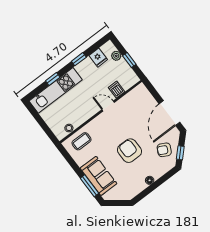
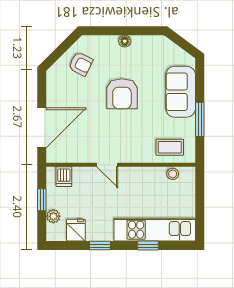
dishwasher: (117, 90) -> (64, 177), moved
door: (170, 113) -> (42, 128), moved
window: (180, 153) -> (65, 46), removed
window: (90, 186) -> (200, 119), moved

